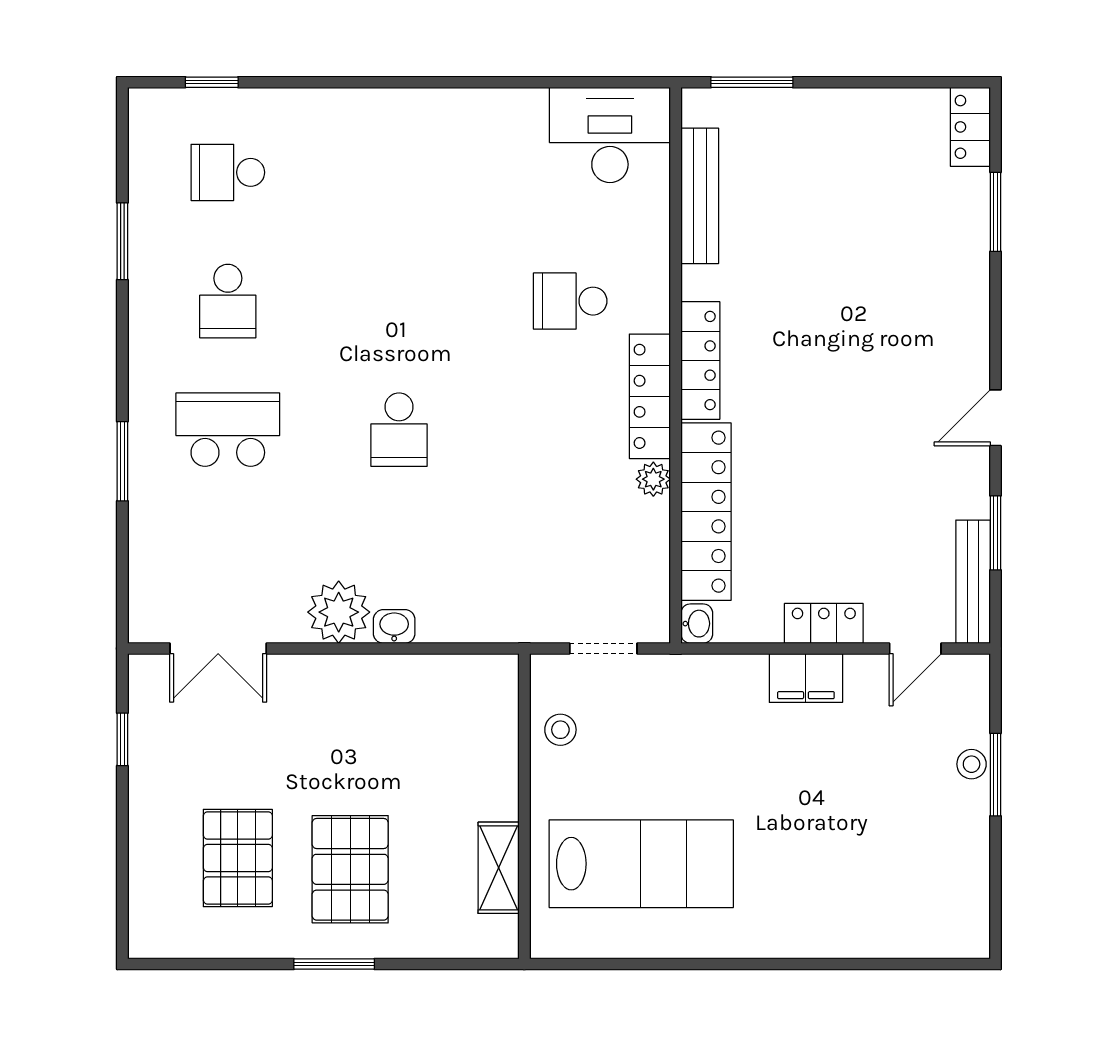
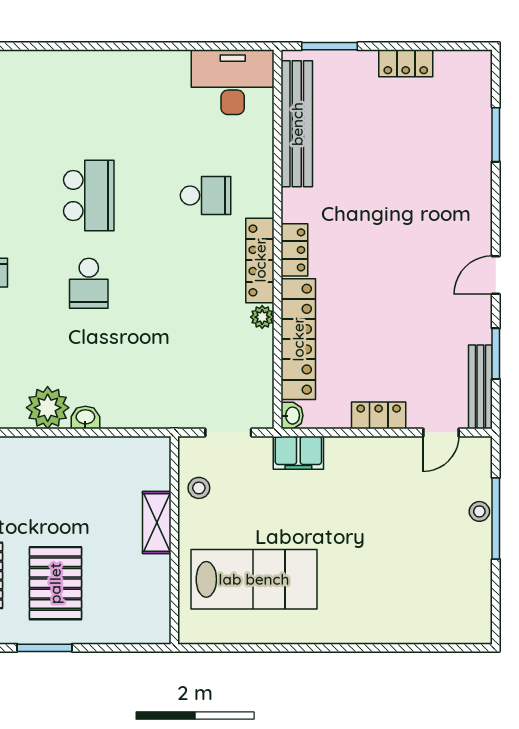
locker: (970, 127) -> (406, 63), moved, turned -90
bench: (700, 196) -> (297, 124), width x1.37, depth x1.21
school desk: (399, 301) -> (89, 195), added
school desk: (570, 301) -> (206, 195), turned 180
locker: (700, 361) -> (294, 250), width x0.66
filing cabinet: (806, 678) -> (298, 453), moved
window: (996, 775) -> (496, 519), width x1.44
shelving: (499, 868) -> (157, 523), moved

